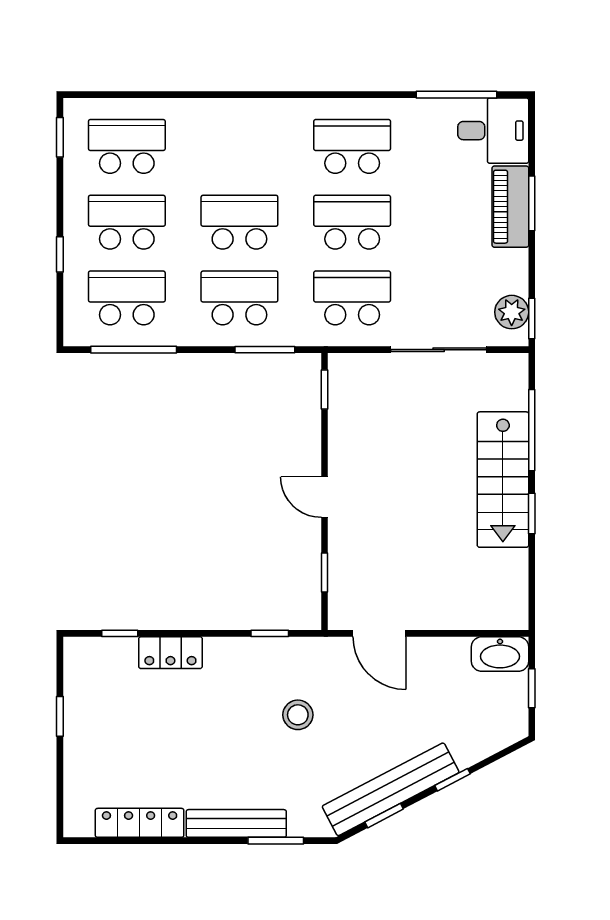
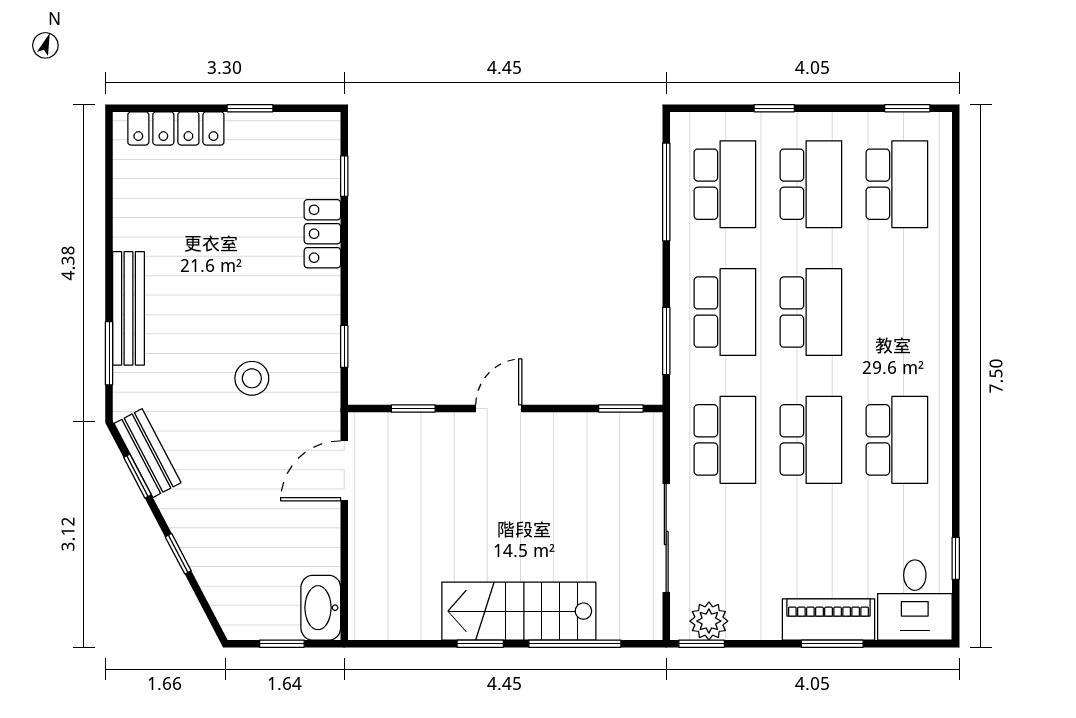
window: (456, 95) -> (956, 558), width x0.46
bench: (391, 789) -> (147, 453), width x0.54, depth x0.82
locker: (140, 823) -> (176, 128), moved, turned 90

